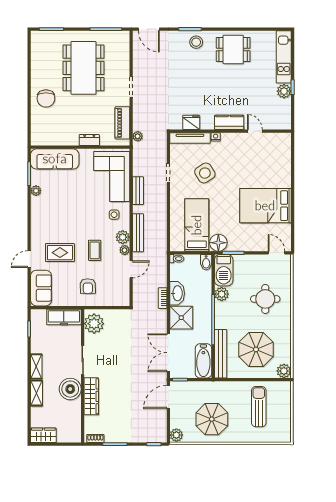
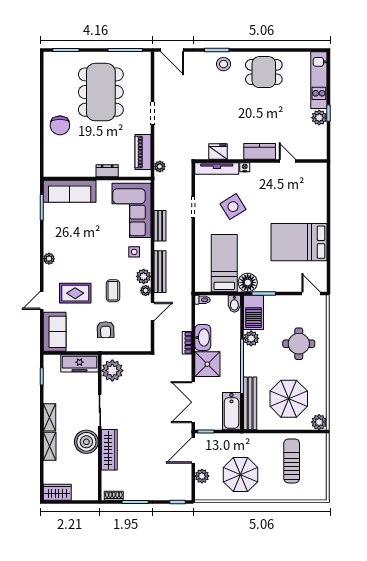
plant: (36, 191) -> (49, 259), moved
plant: (176, 435) -> (202, 476), moved

